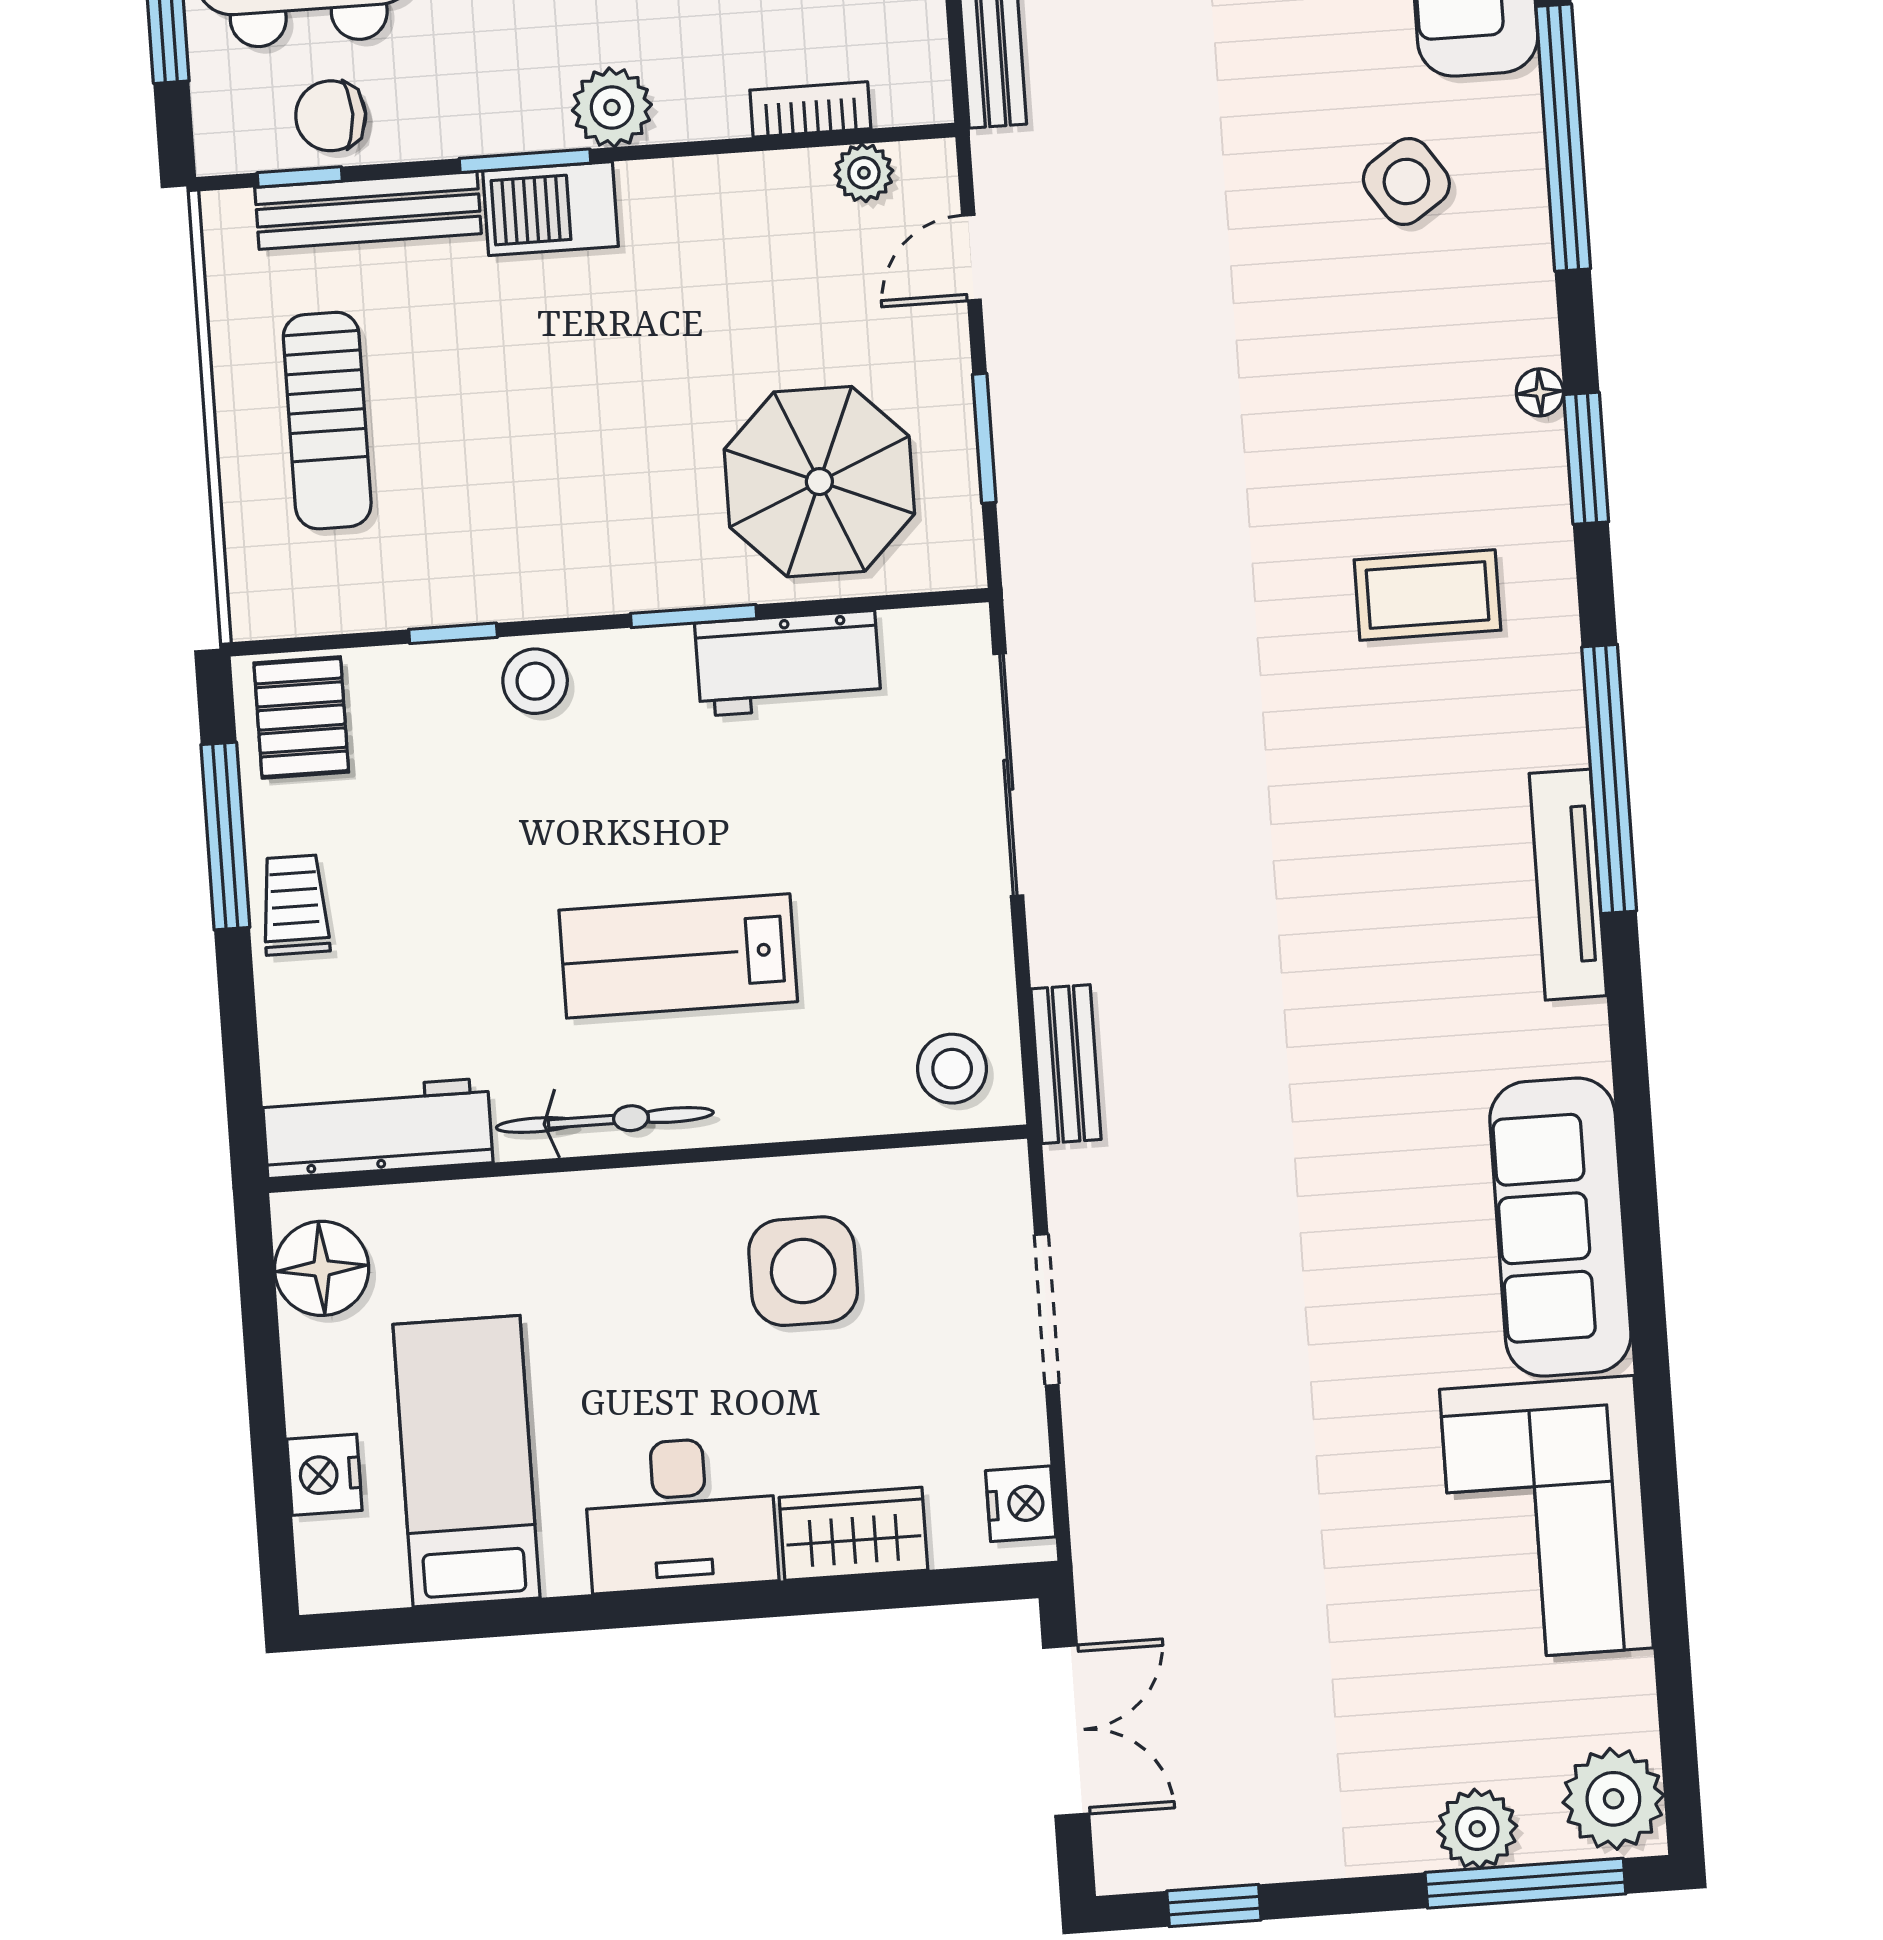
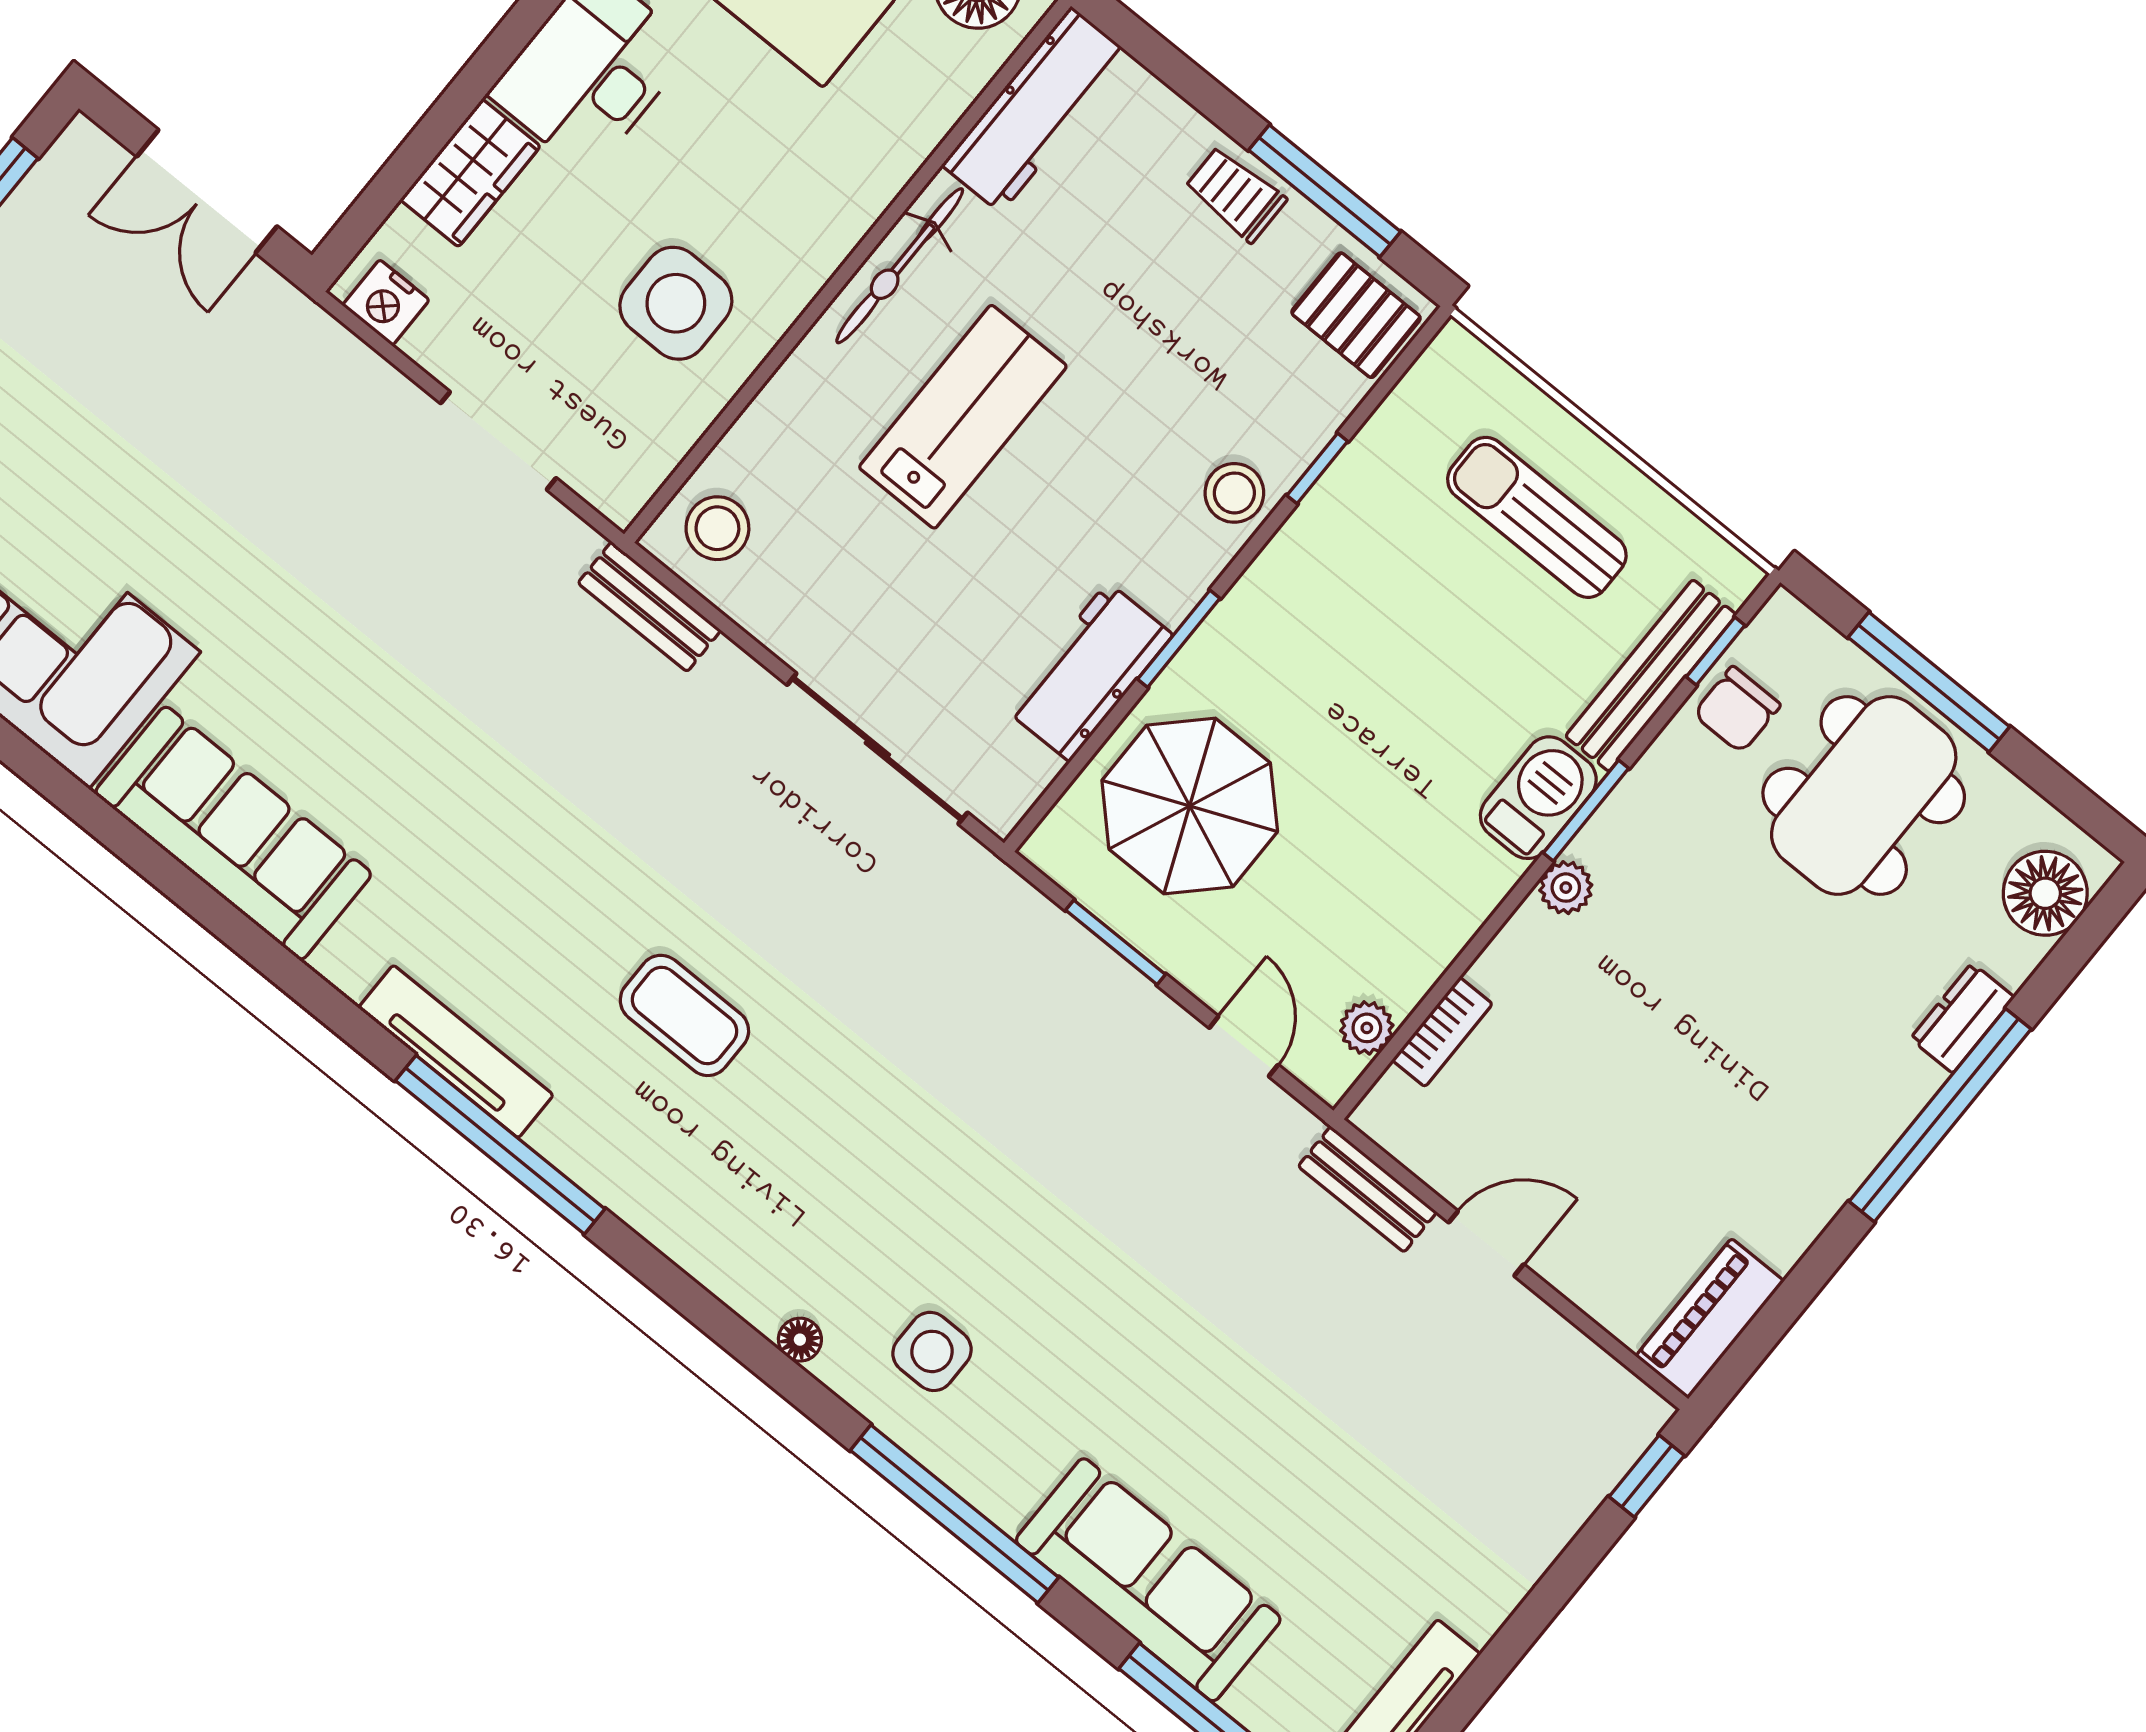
plant: (612, 107) -> (1566, 888), width x0.73, depth x0.73
chair: (331, 116) -> (1737, 710), turned 180
side table: (1406, 181) -> (932, 1351), moved, turned 34
window: (1586, 458) -> (727, 1329), removed
coffee table: (1427, 595) -> (684, 1015), moved, turned 90
trolley: (295, 905) -> (1236, 194), turned 180

